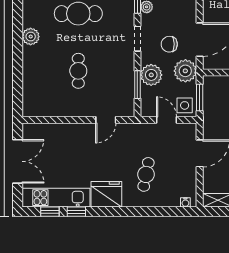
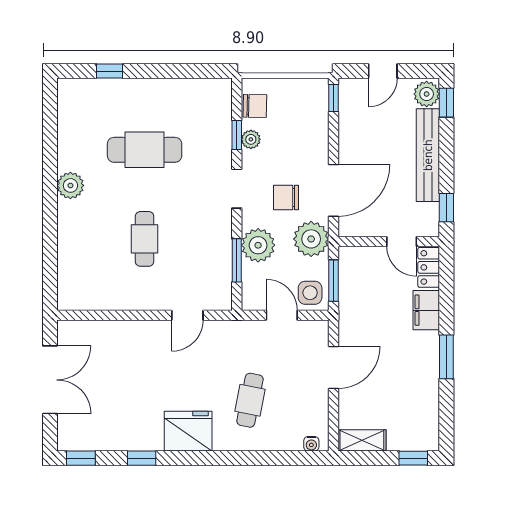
kitchen unit: (56, 198) -> (110, 436), removed
window: (50, 212) -> (81, 458), moved

